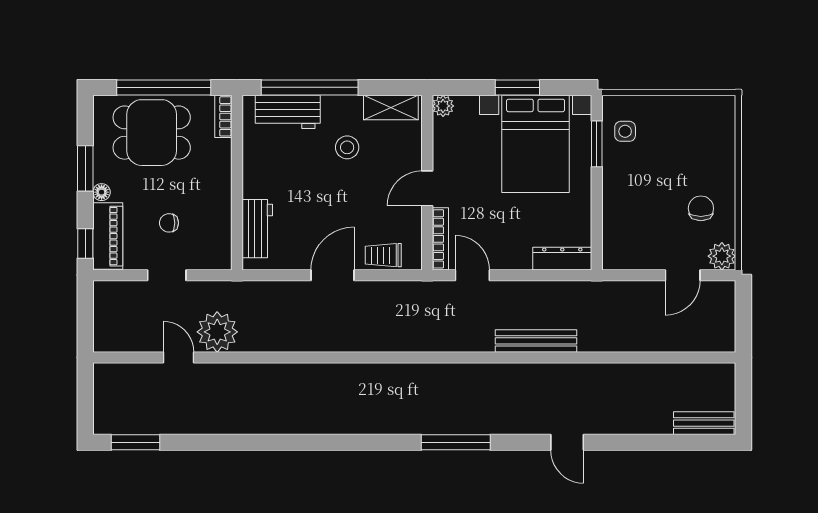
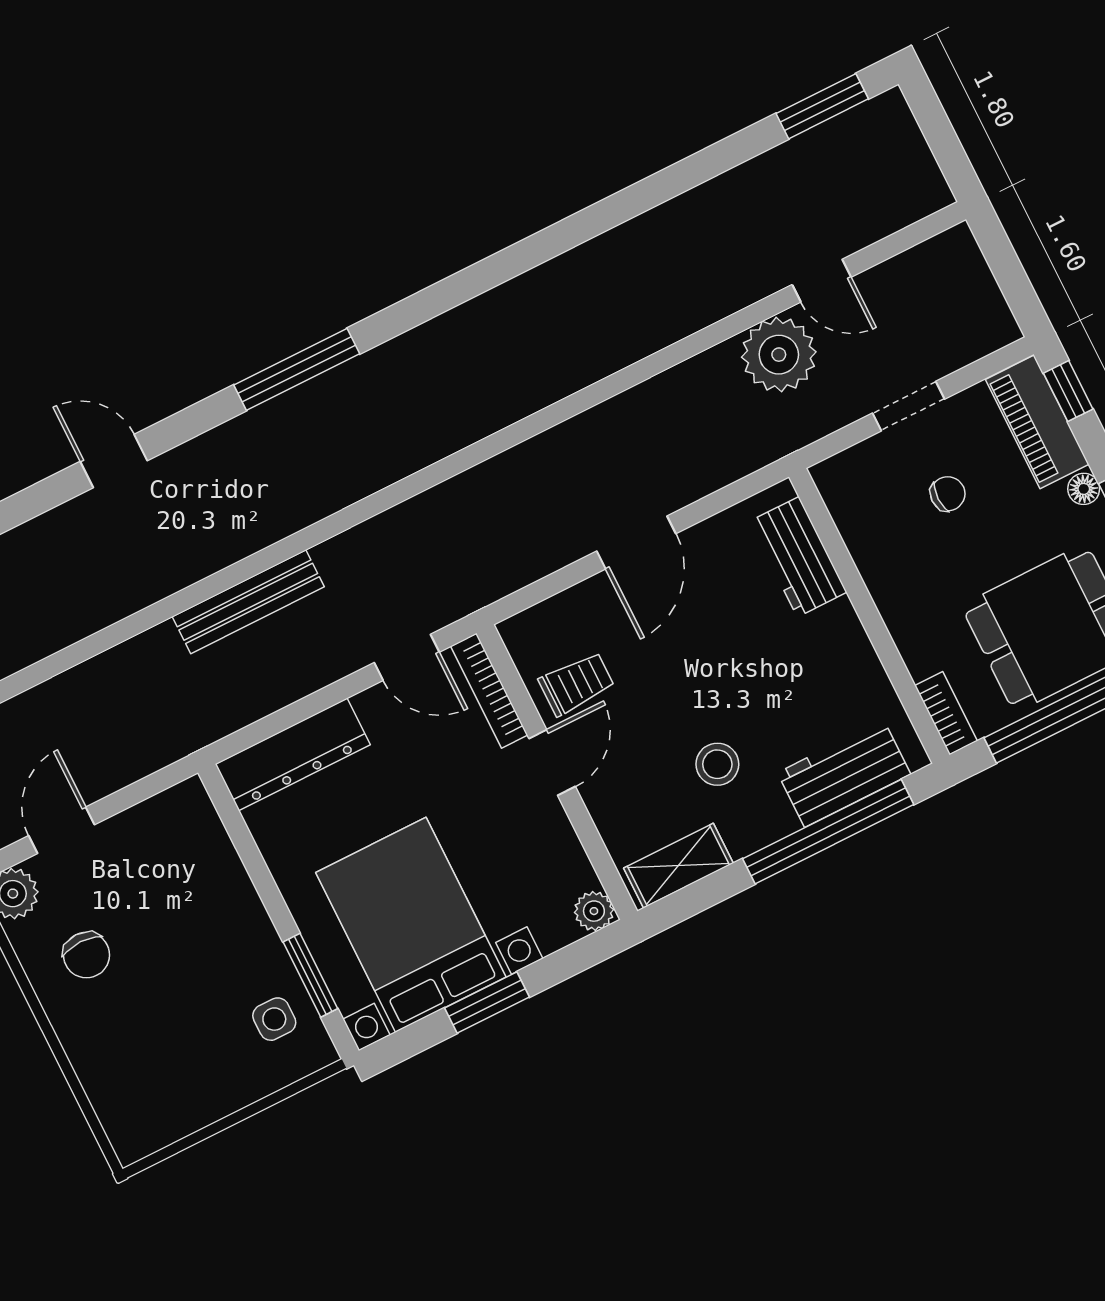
trolley: (383, 255) -> (576, 684), moved
dresser: (562, 259) -> (293, 754), width x1.37, depth x1.24

